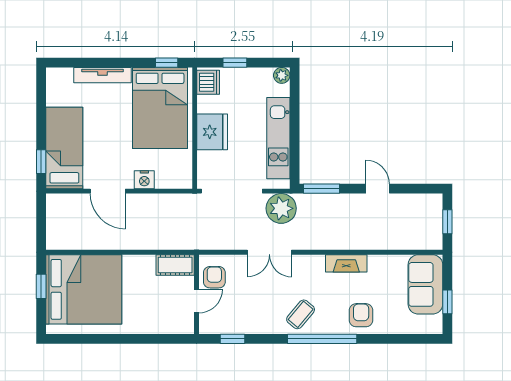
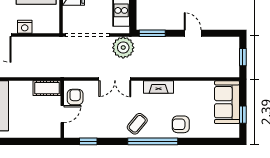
fireplace: (346, 263) -> (159, 87), moved
armchair: (361, 315) -> (181, 124), turned -90

